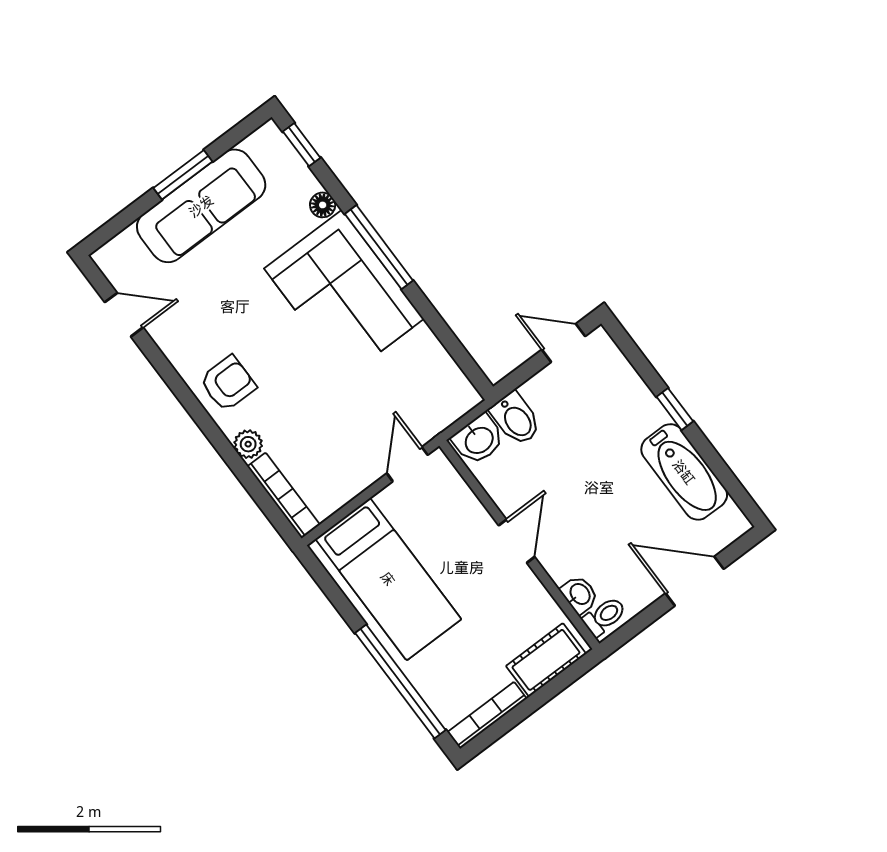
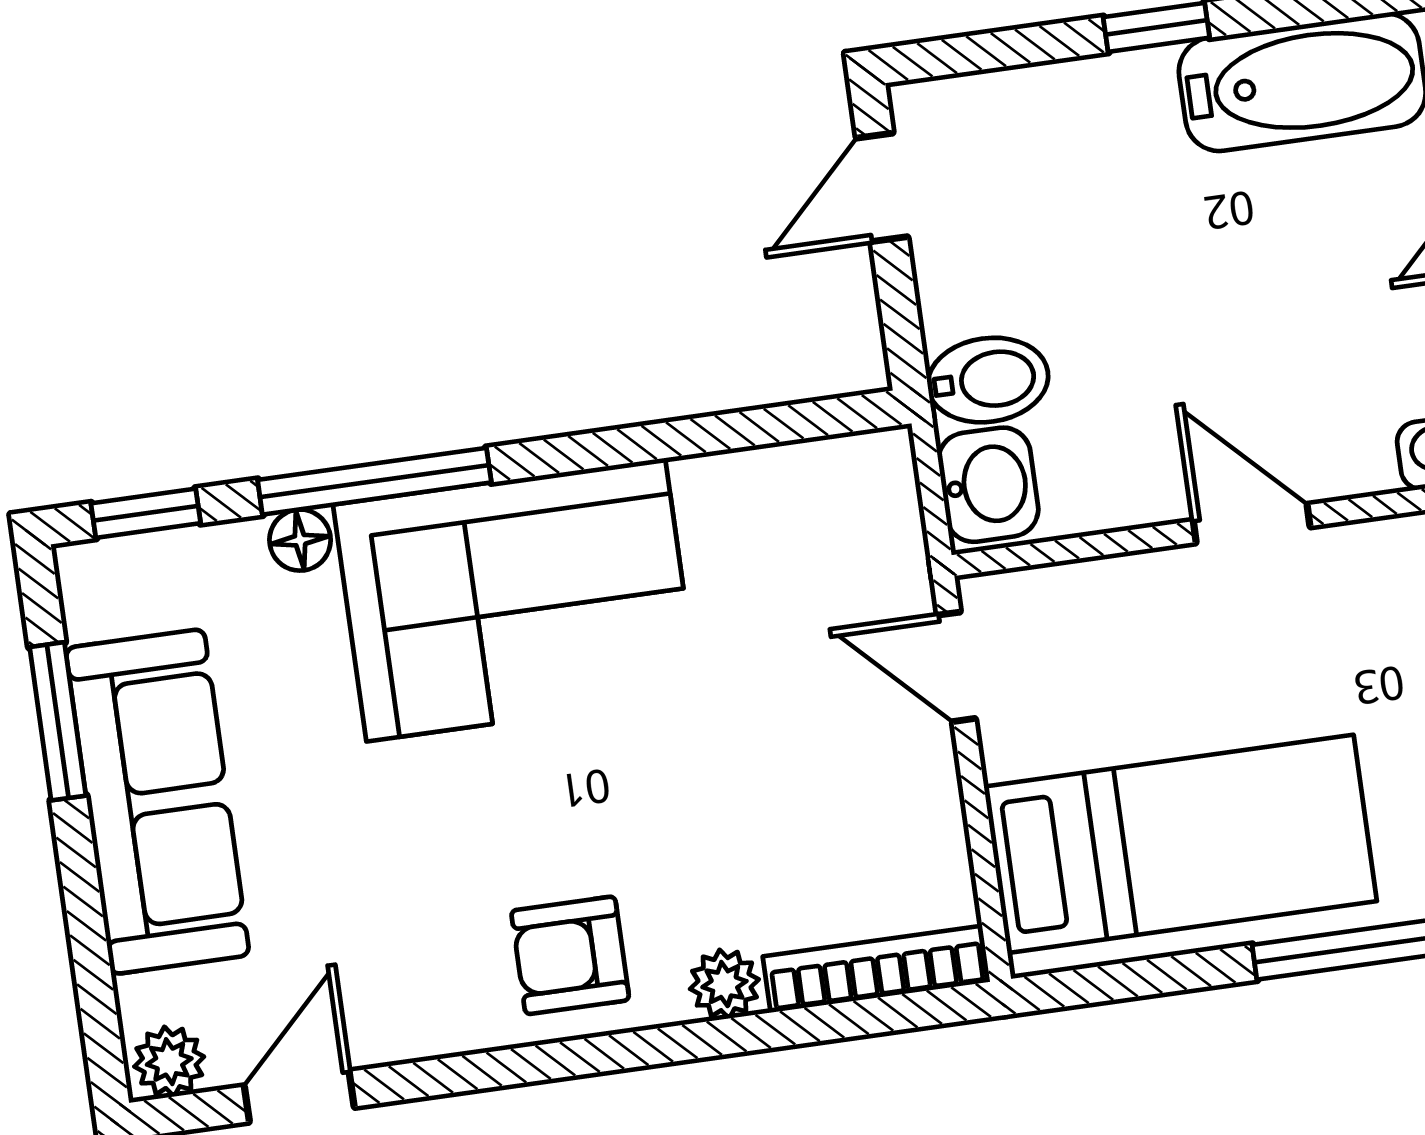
window: (183, 175) -> (58, 721), moved
window: (379, 247) -> (374, 481), moved
plant: (111, 261) -> (169, 1062), added
armchair: (228, 383) -> (570, 955), turned -90

